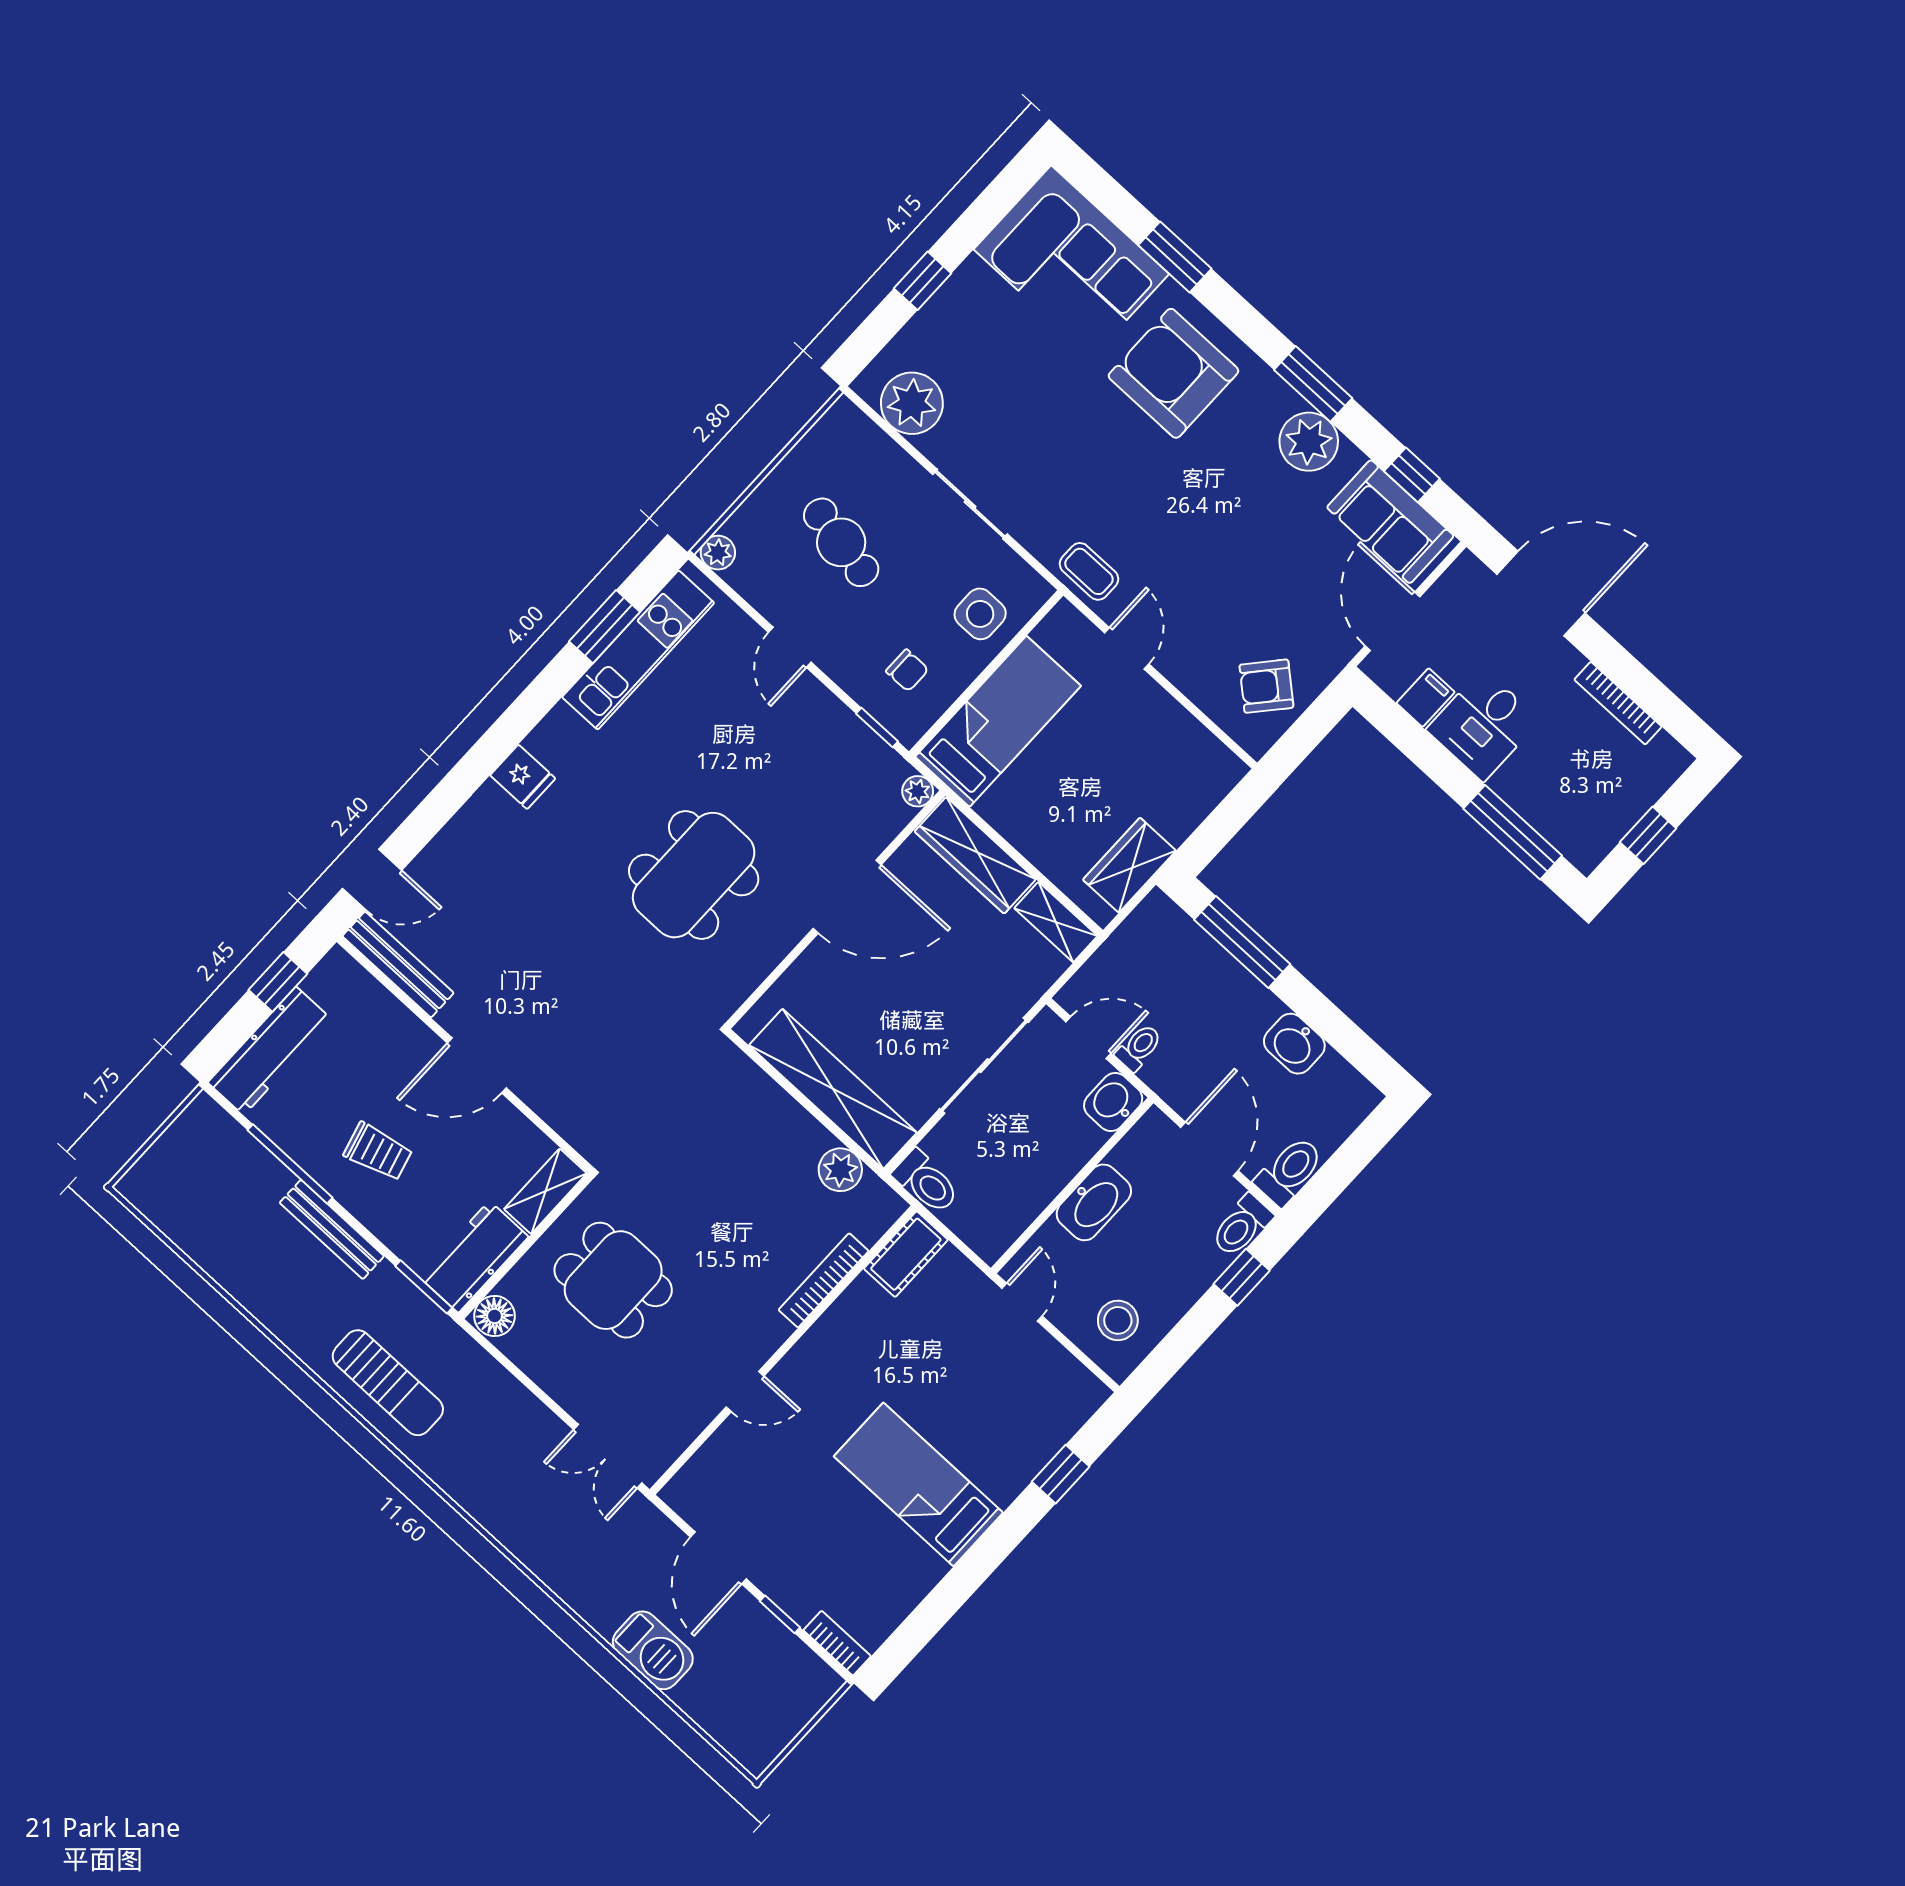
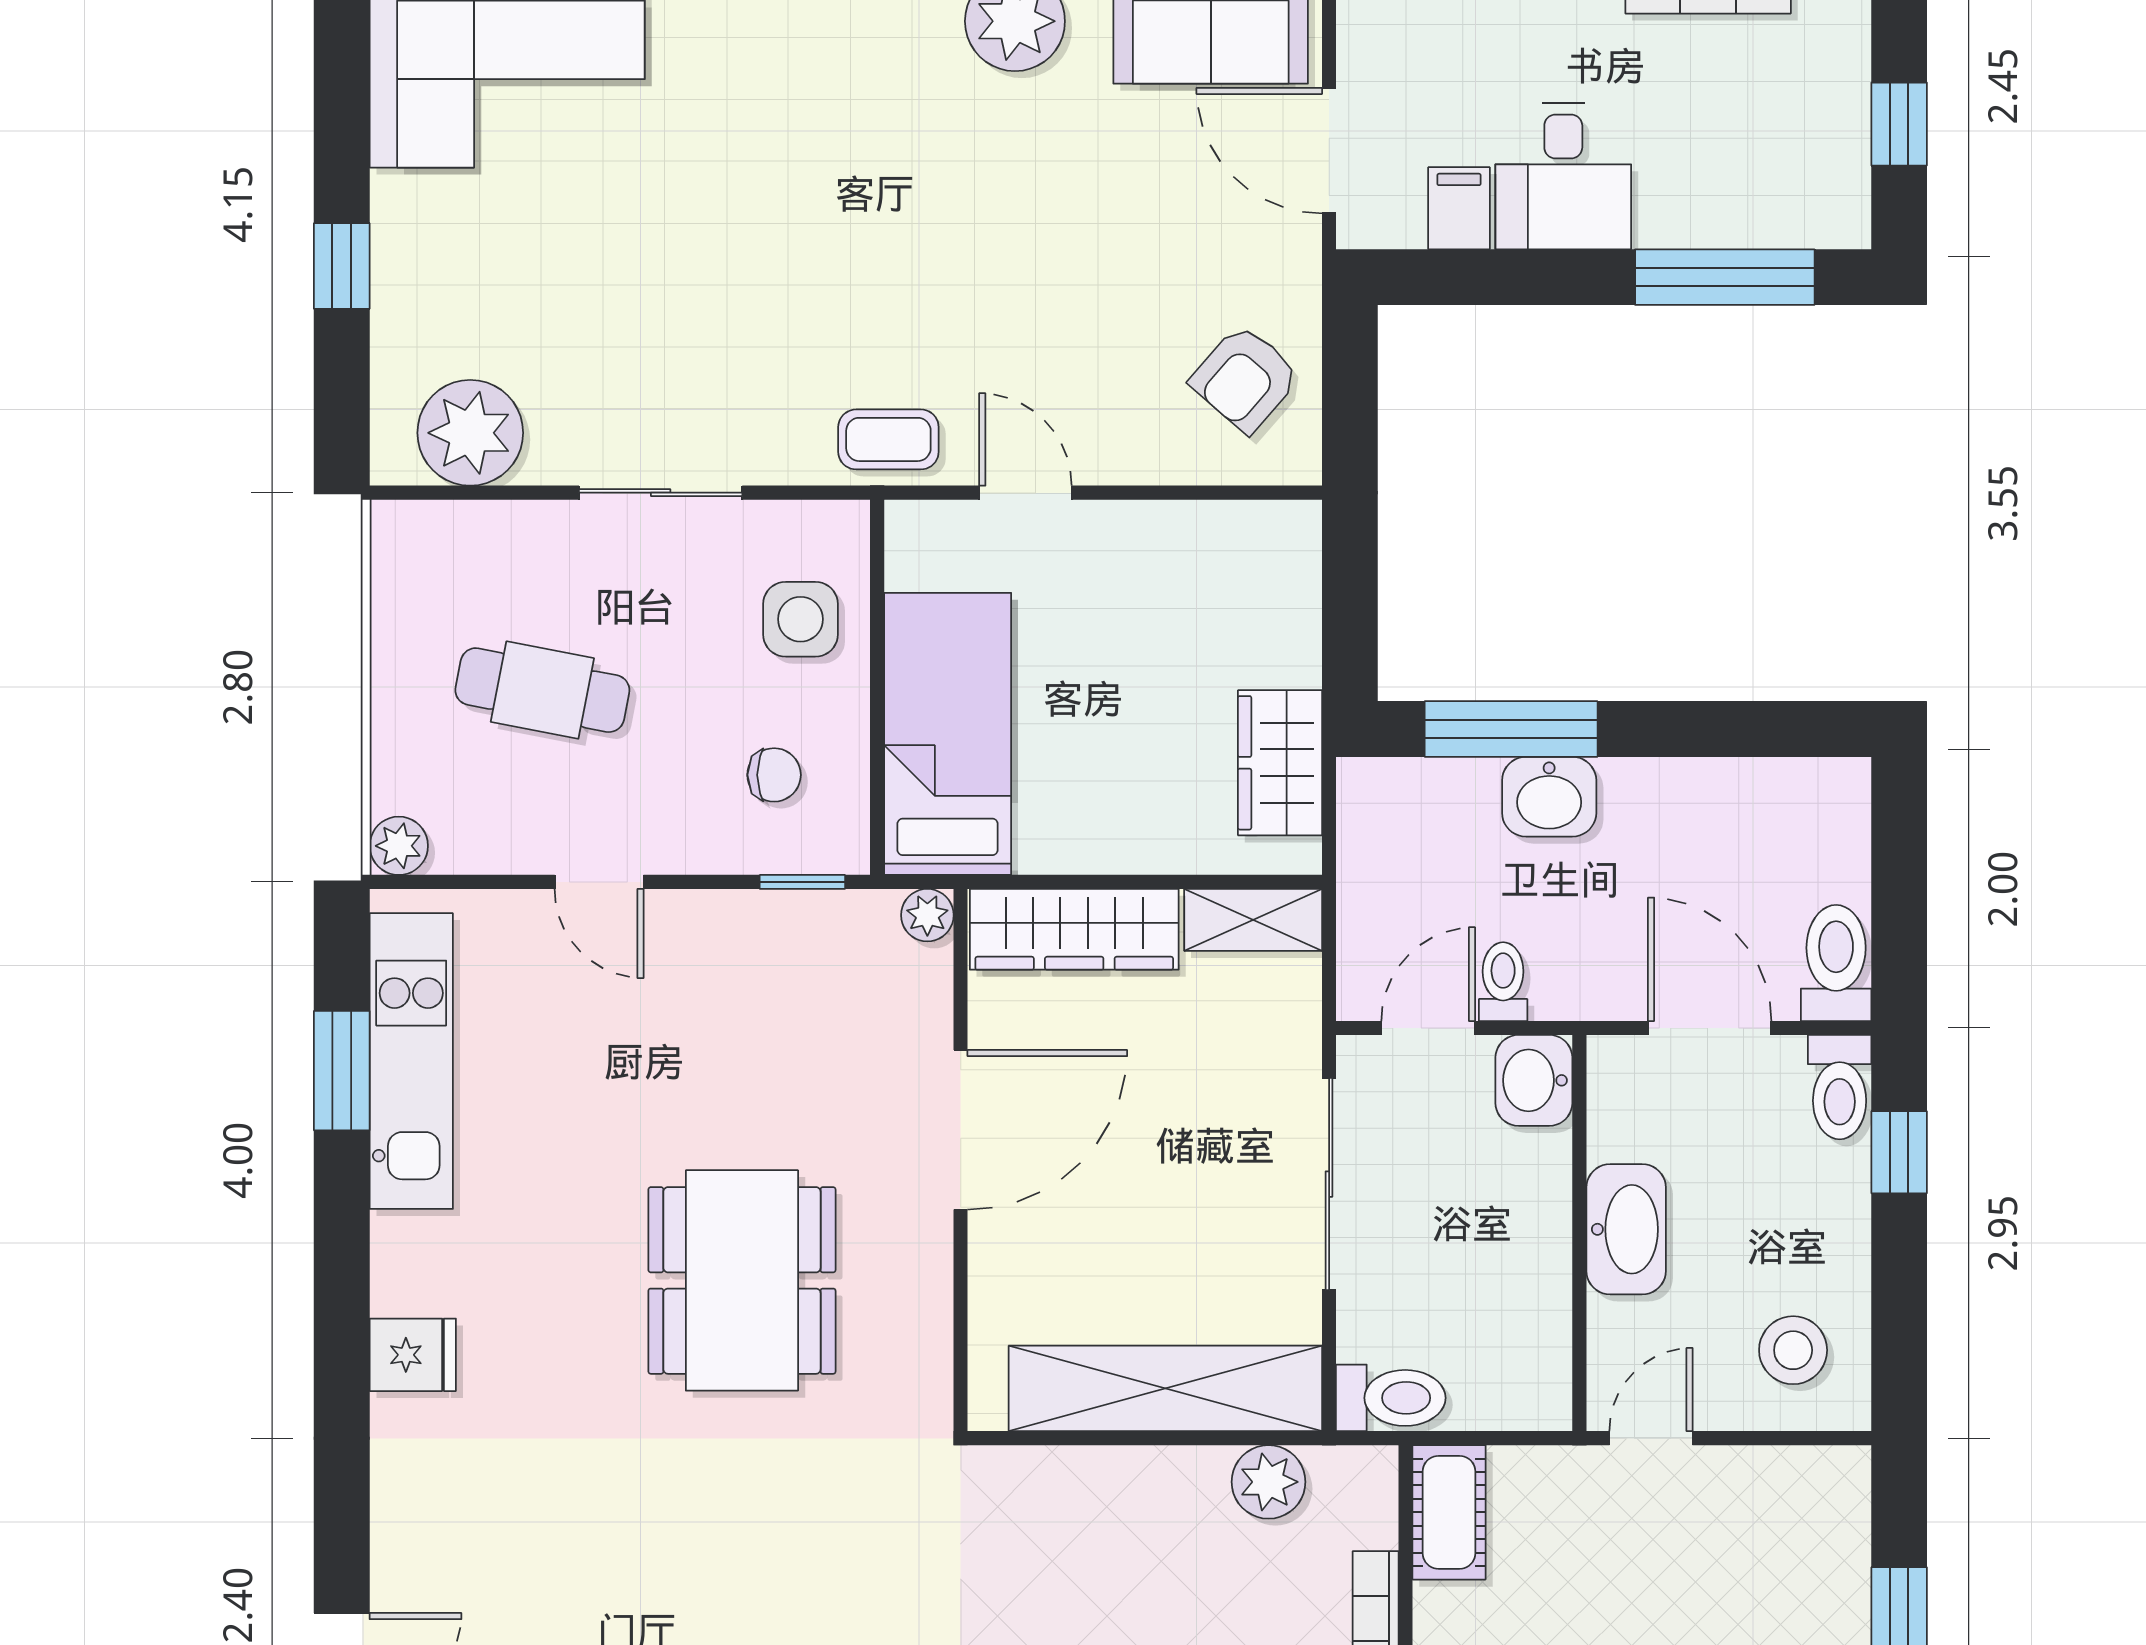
armchair: (1173, 373) -> (765, 92), removed
washbasin: (1294, 1044) -> (1549, 797), moved
door: (1022, 1302) -> (1651, 1438), hinge flipped

